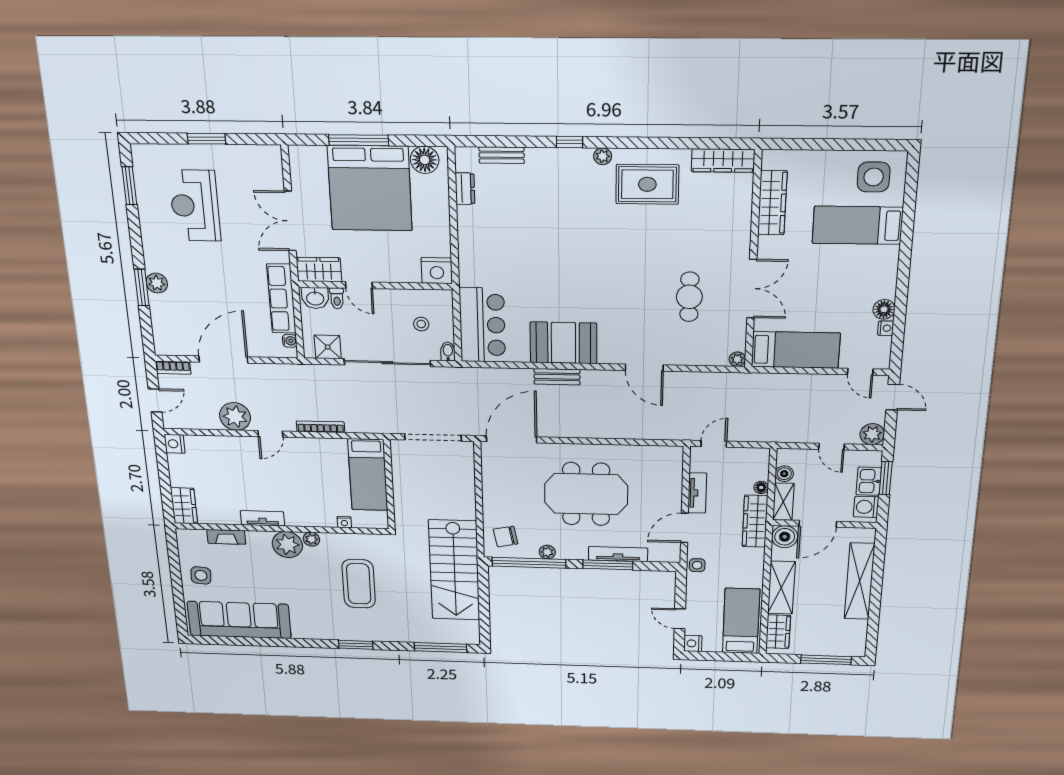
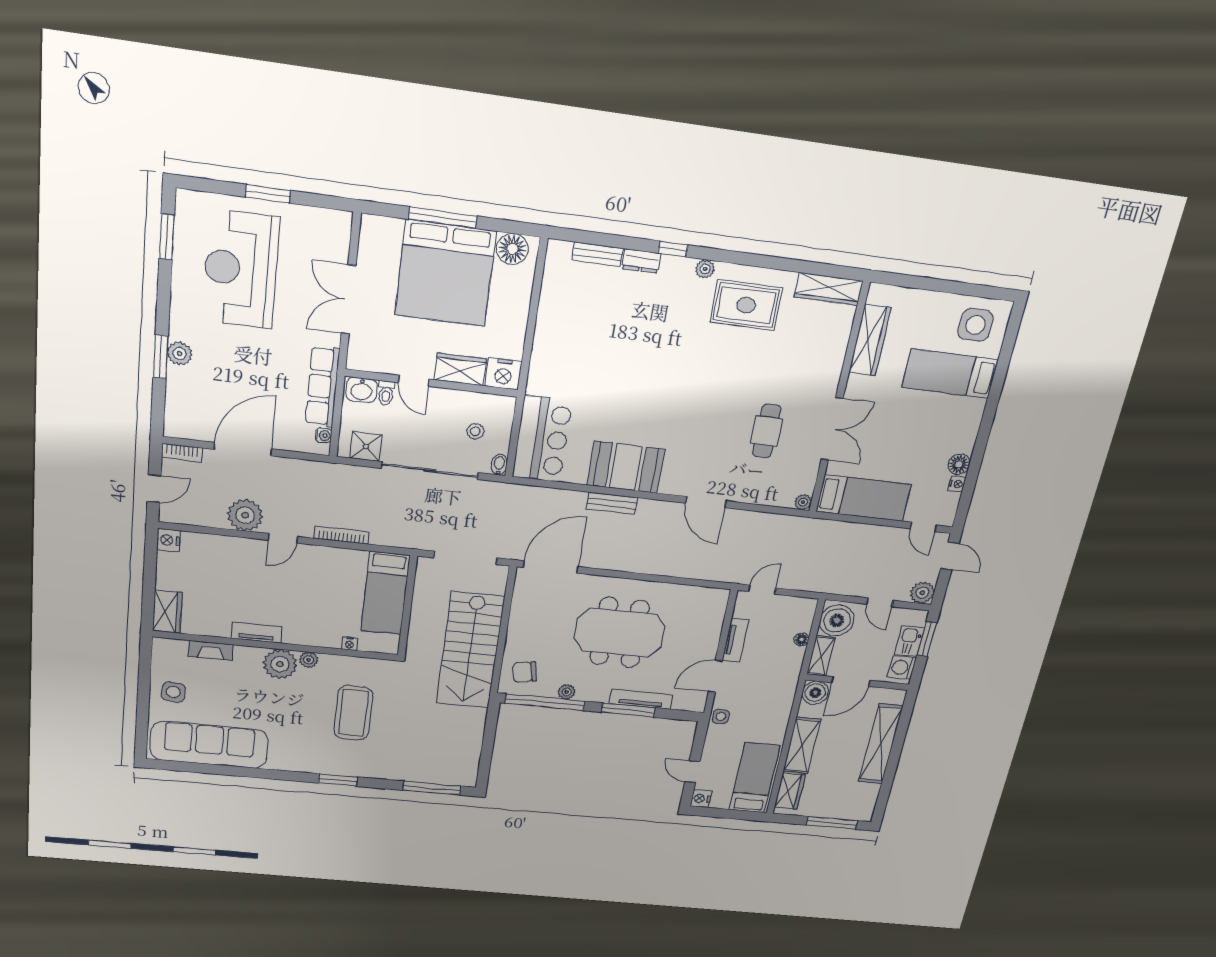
dresser: (465, 189) -> (641, 261), moved, turned 90
reception desk: (195, 206) -> (241, 269), width x1.36, depth x1.30
wardrobe: (319, 270) -> (460, 369), moved
boiler: (784, 474) -> (837, 620), width x1.86, depth x1.86
wardrobe: (755, 521) -> (789, 674), removed
stairs: (454, 570) -> (470, 650), moved

